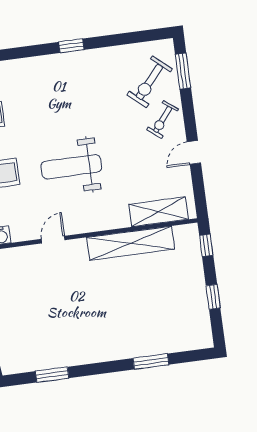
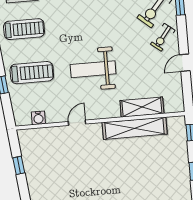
shelving: (158, 212) -> (142, 107), moved

